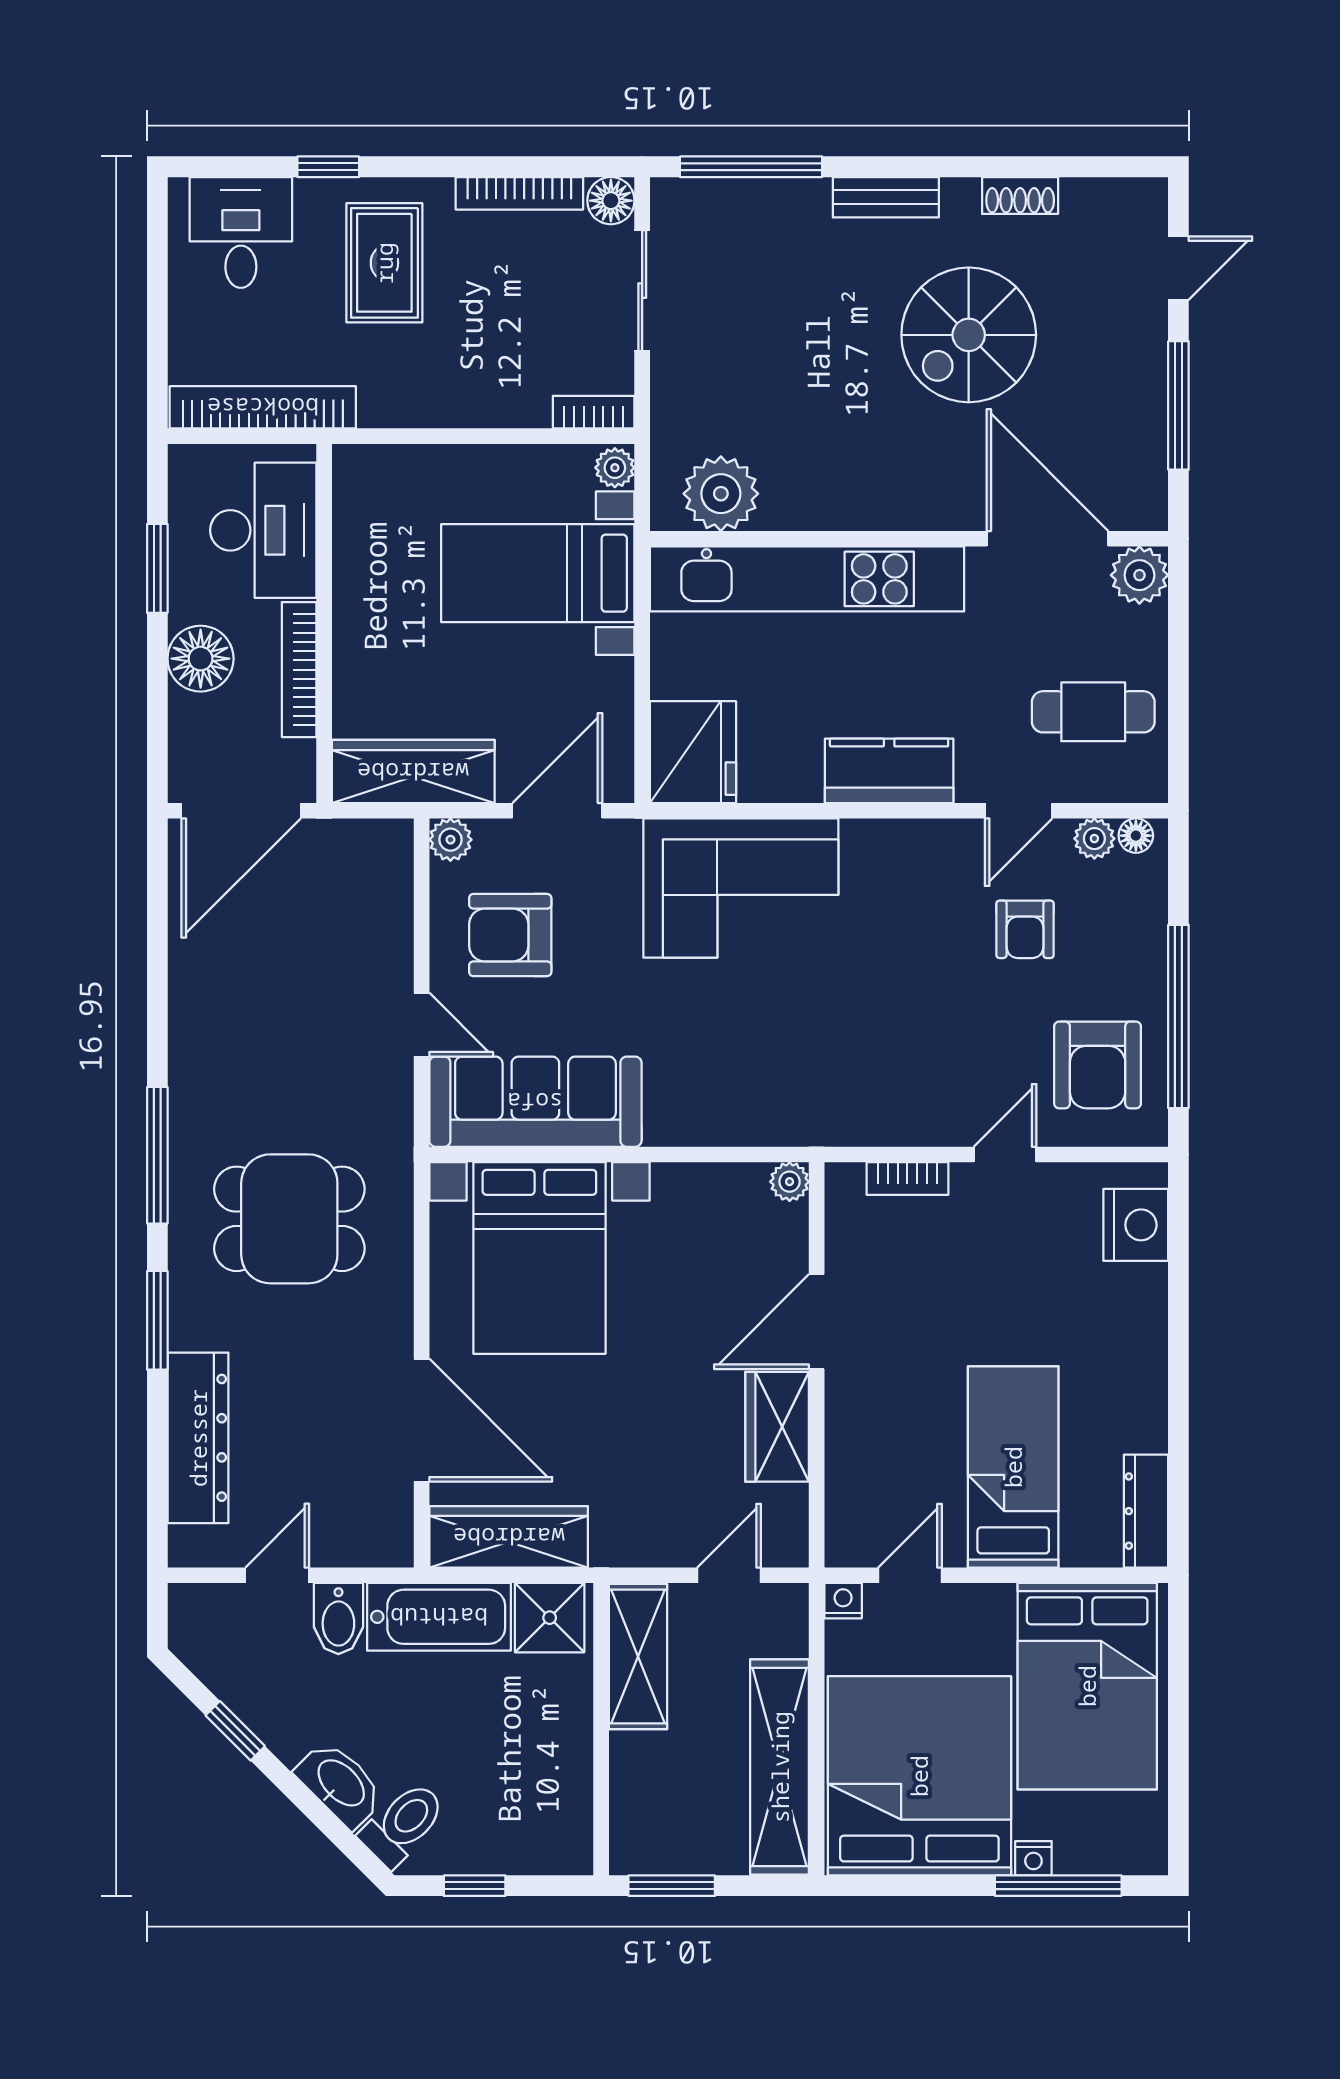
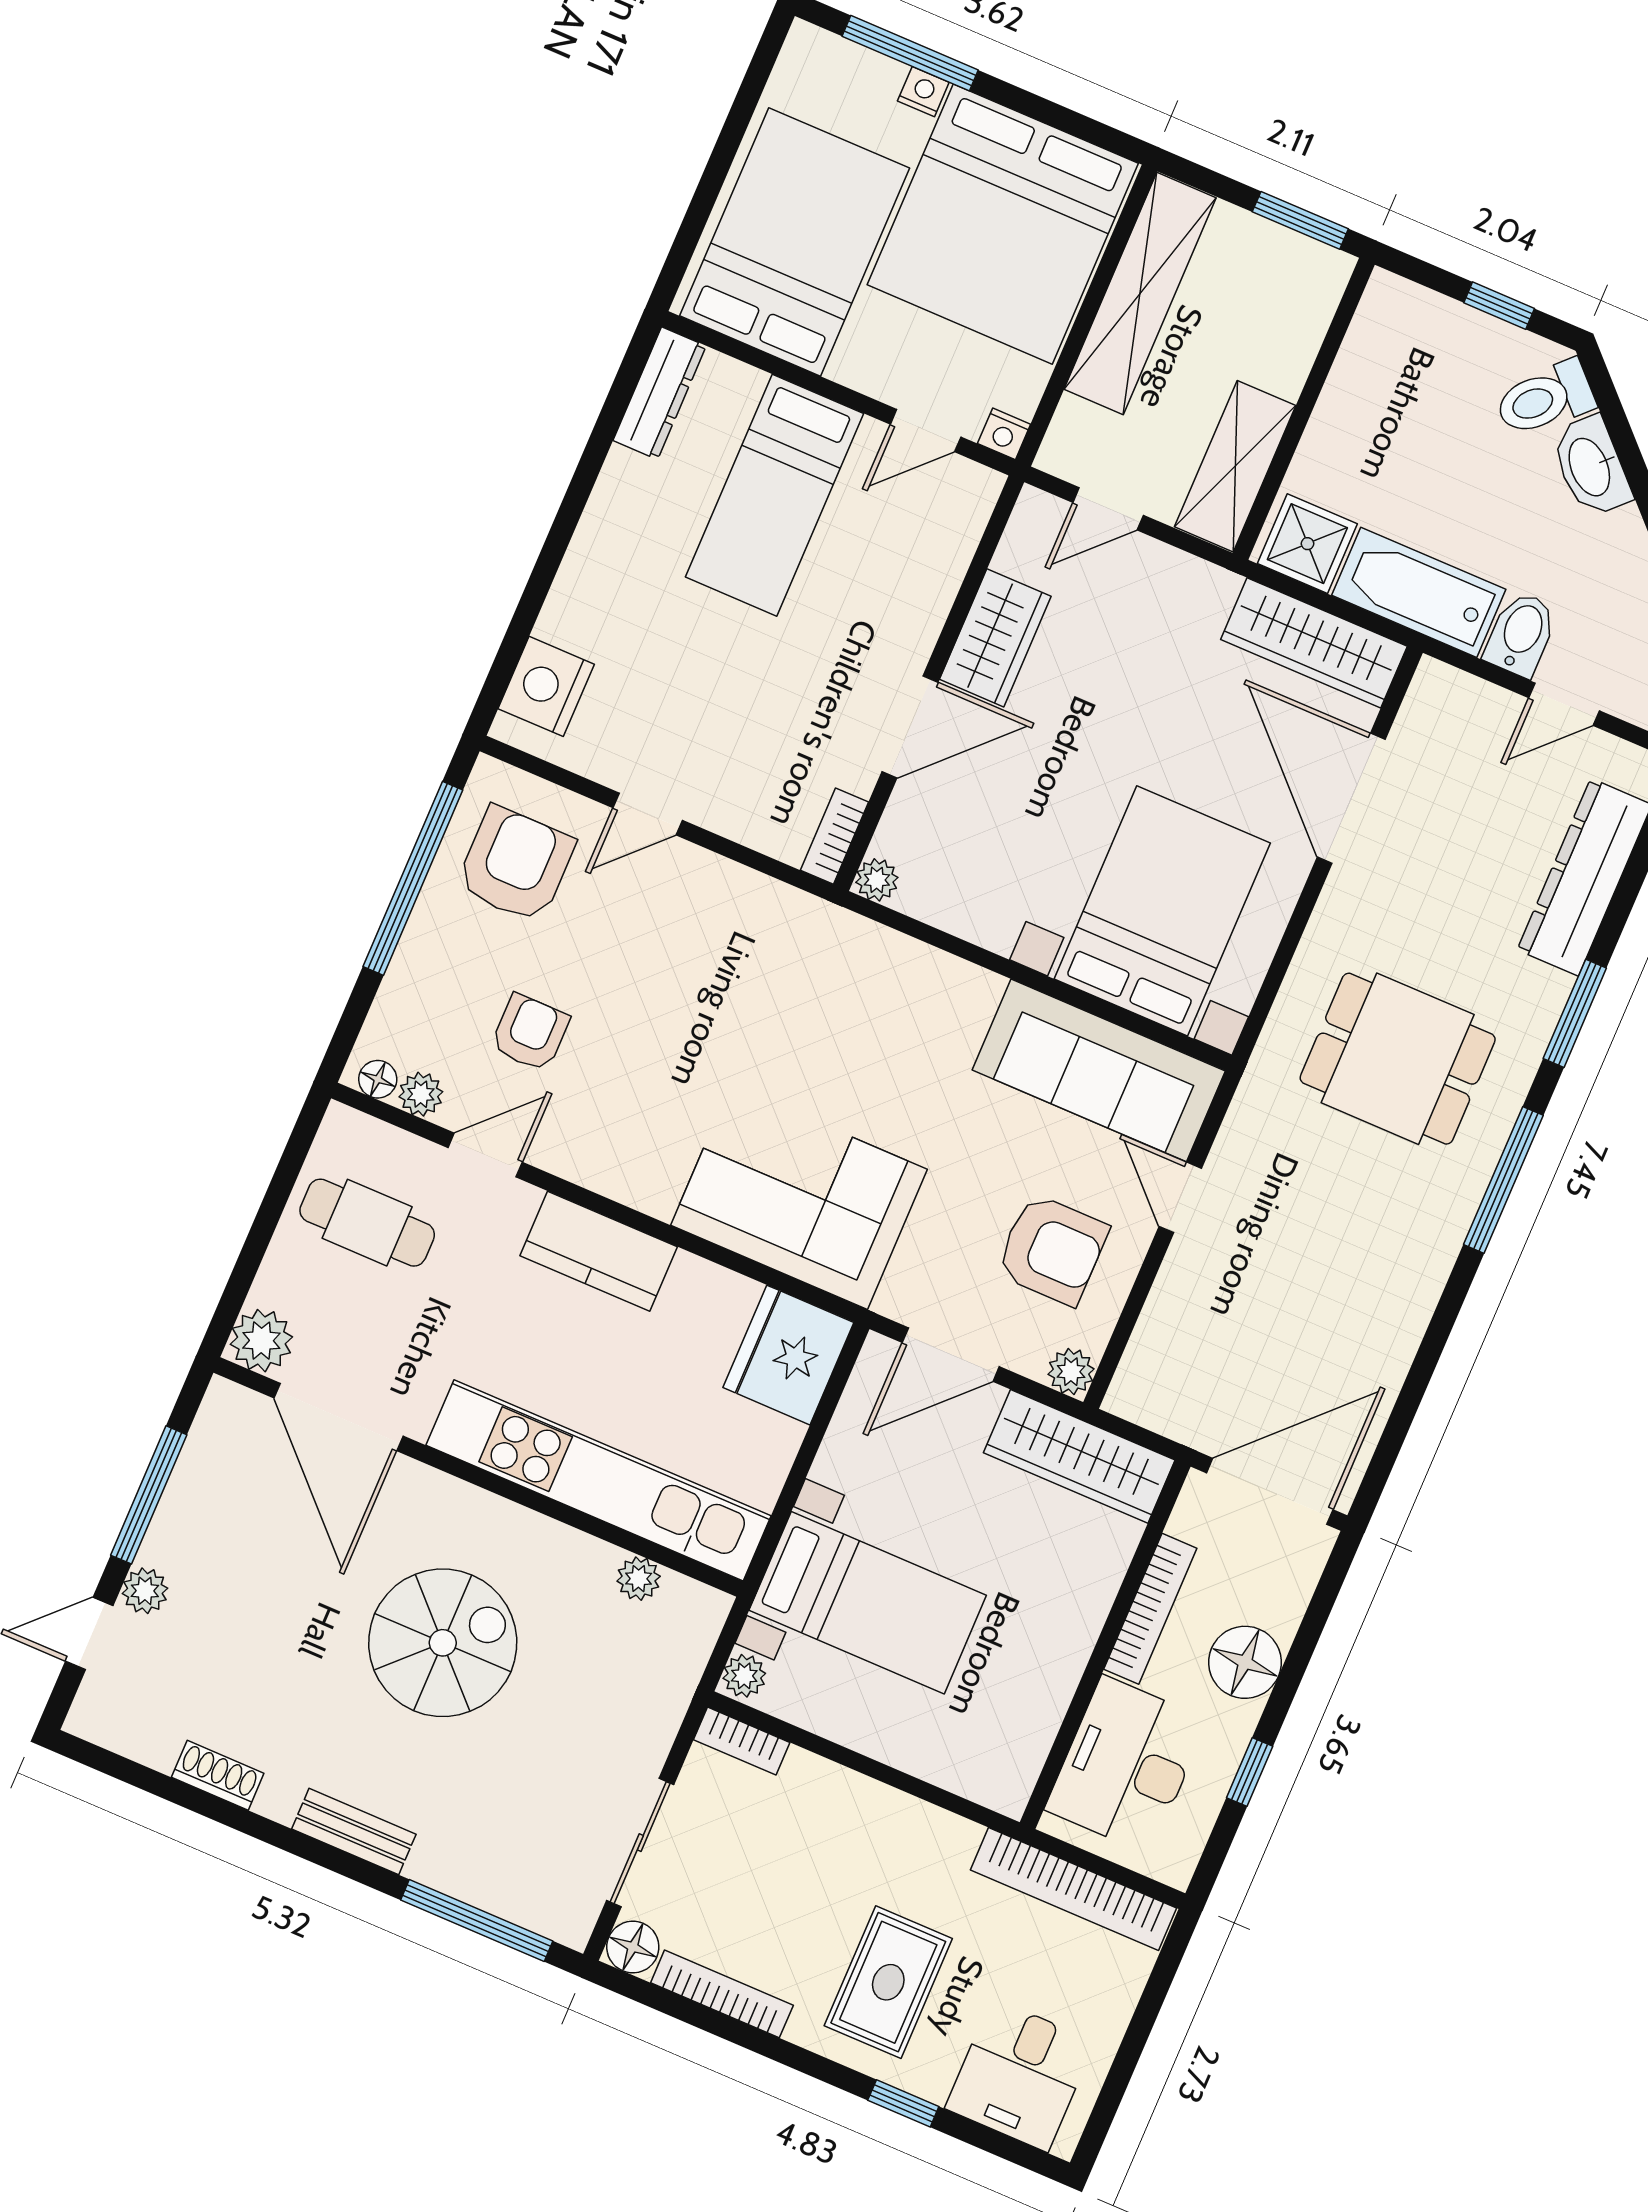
plant: (1147, 324) -> (145, 1591), added
spiral stairs: (969, 335) -> (443, 1643), moved
plant: (721, 494) -> (639, 1579), width x0.53, depth x0.53
window: (157, 568) -> (1250, 1772), width x0.67
bookcase: (907, 1179) -> (834, 836), moved, turned -90

